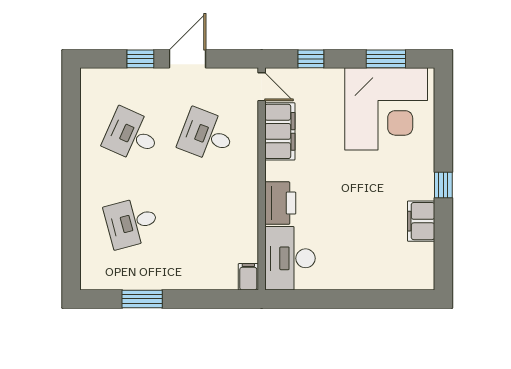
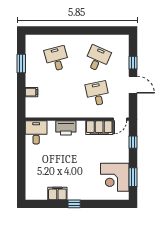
corner desk: (386, 109) -> (115, 177), width x0.74, depth x0.74
desk: (207, 135) -> (97, 94), turned -33
desk: (290, 258) -> (36, 132), width x0.73
filing cabinet: (248, 277) -> (31, 92), moved

